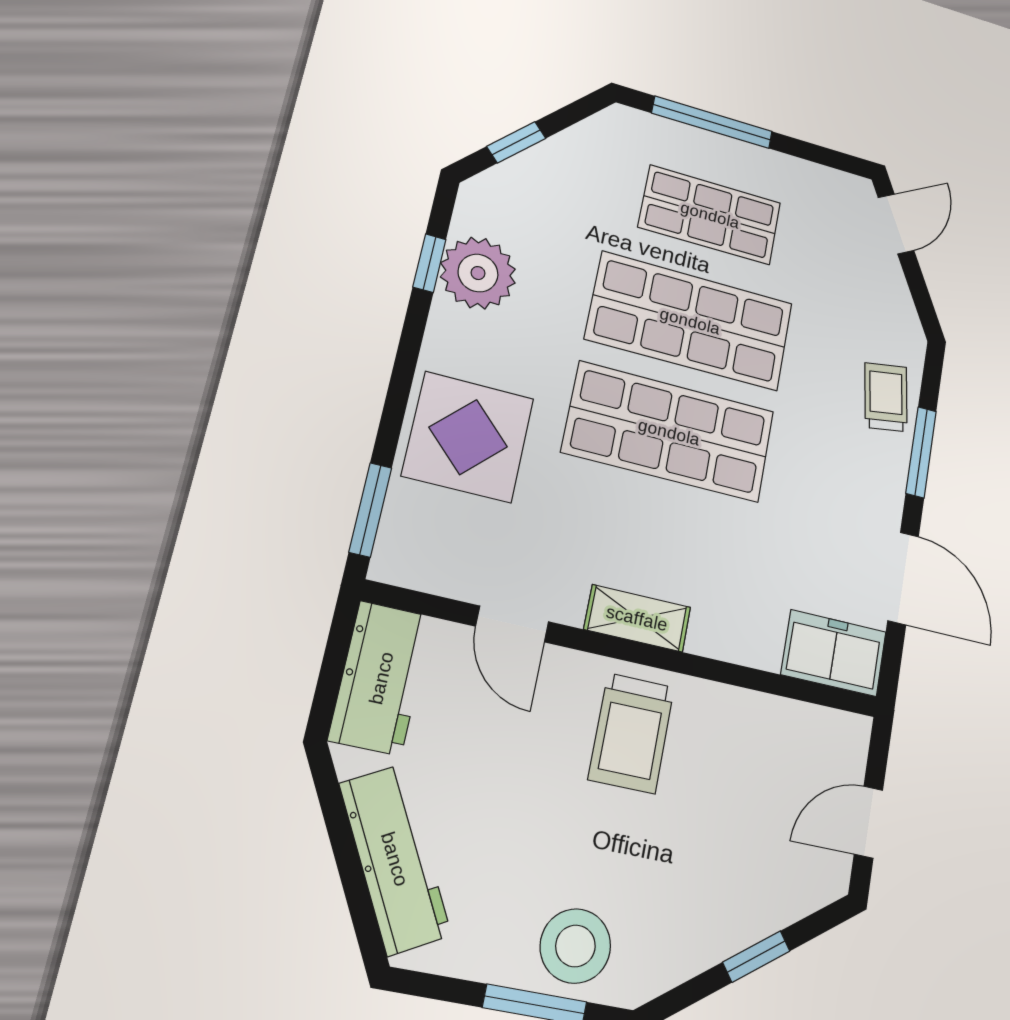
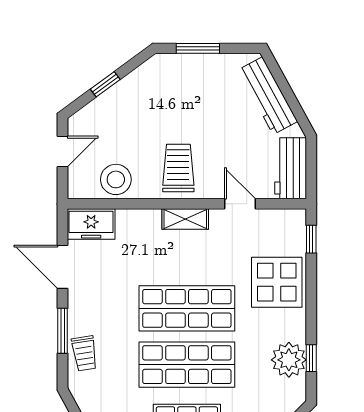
window: (370, 510) -> (311, 239), width x0.67
stool: (575, 946) -> (116, 179), moved

